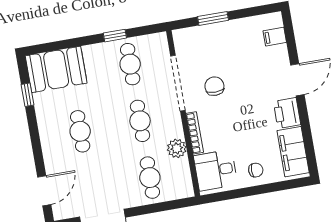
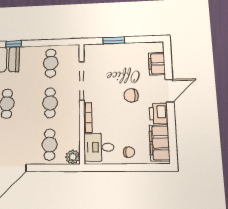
window: (115, 36) -> (14, 44), moved
filing cabinet: (275, 37) -> (157, 64), width x2.00
chair: (214, 86) -> (131, 95), moved, turned -90
plant: (177, 148) -> (73, 157), moved

